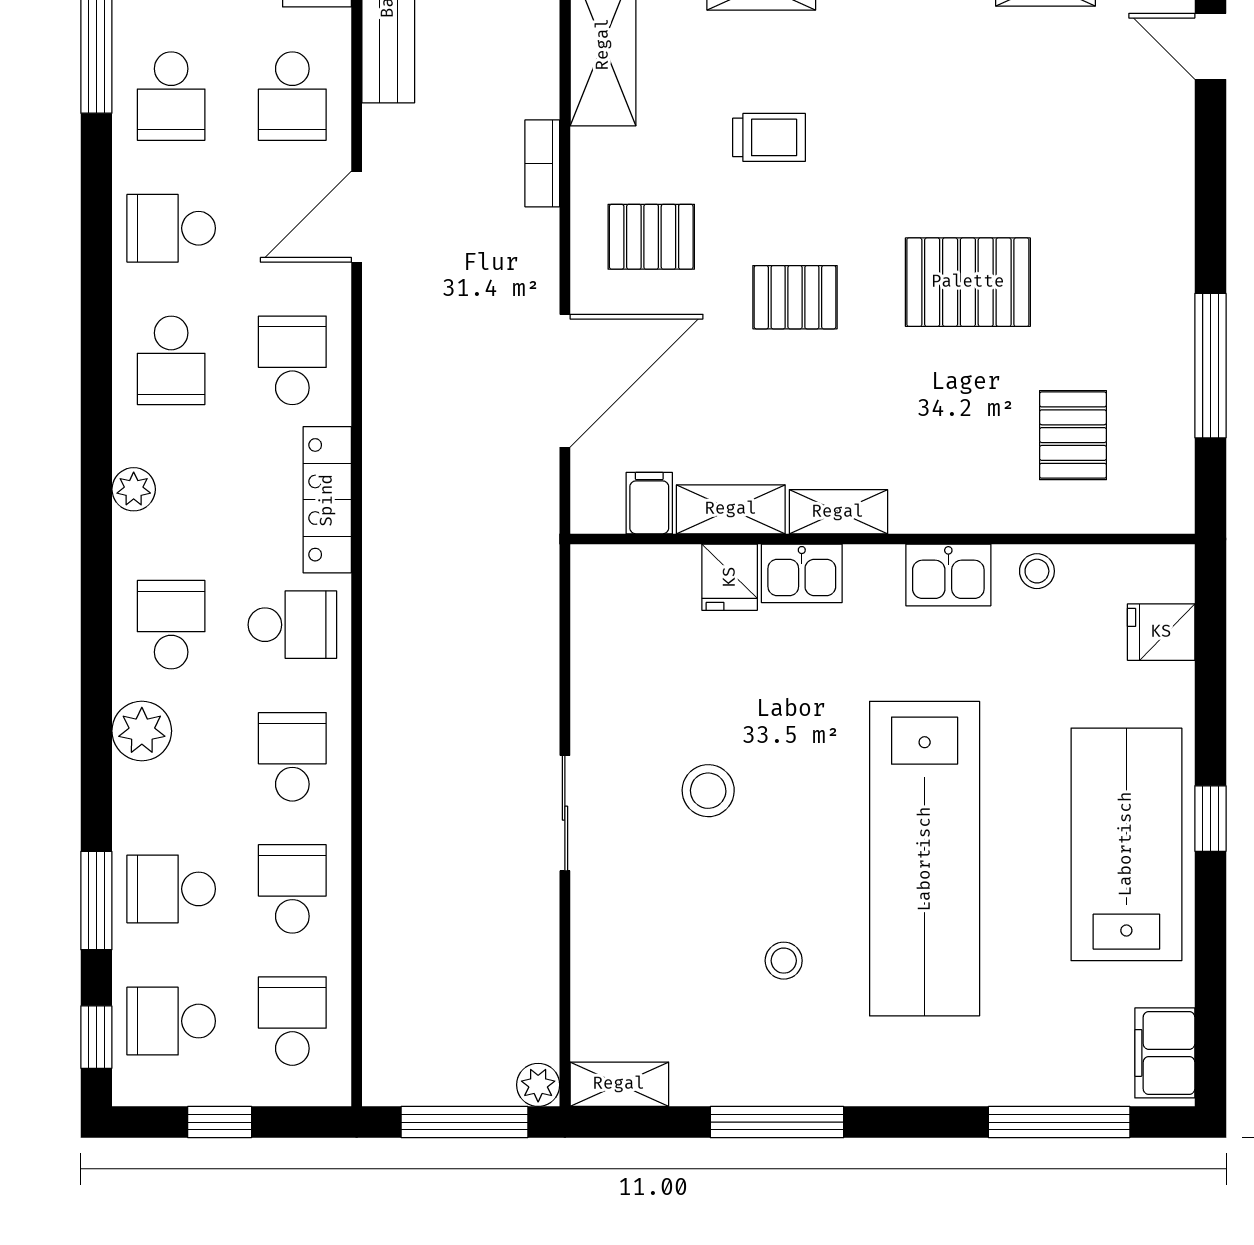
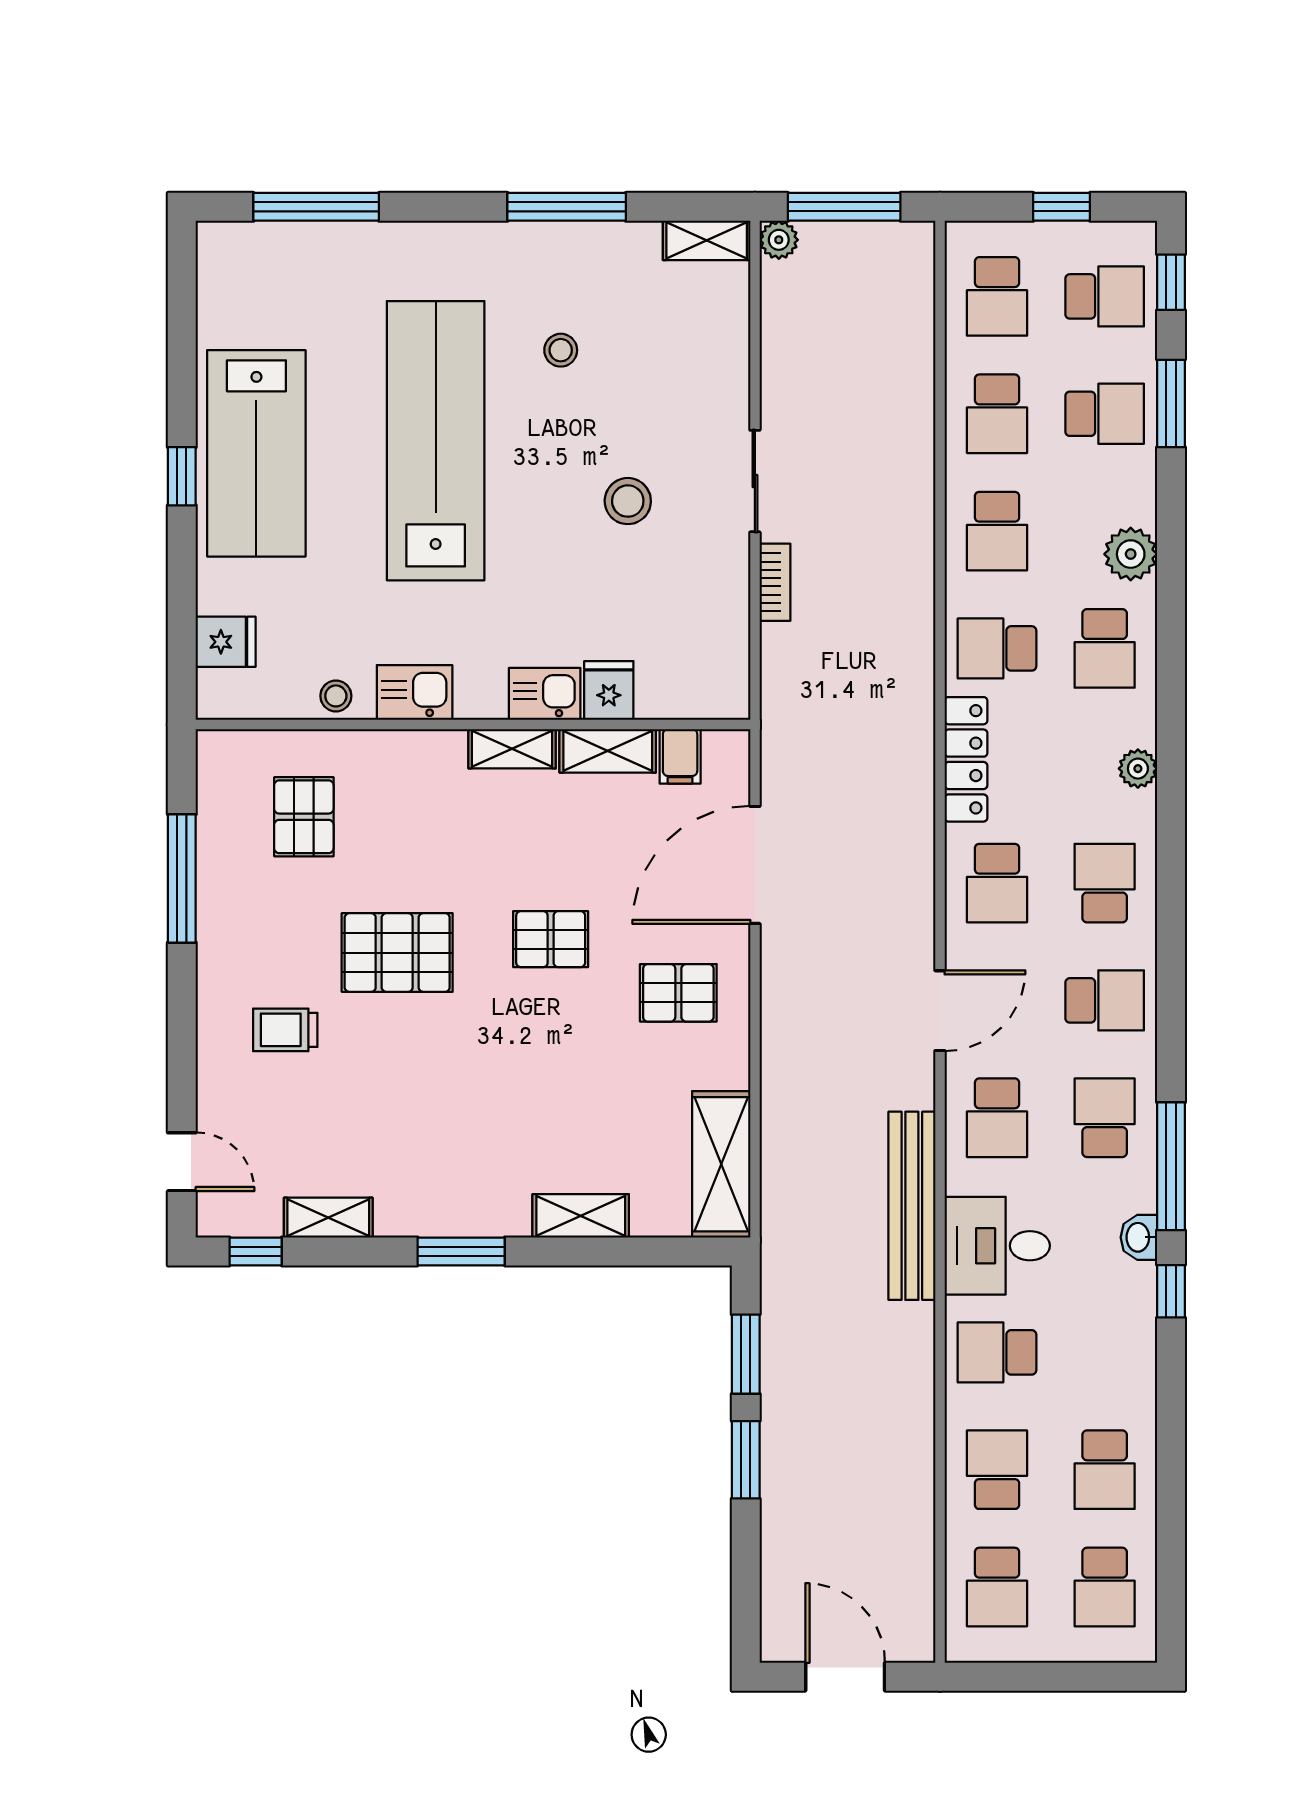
school desk: (292, 96) -> (997, 1118), turned 180
trolley: (769, 137) -> (285, 1030), moved
bookcase: (542, 163) -> (775, 582), moved
filing cabinet: (1165, 1053) -> (222, 268), removed

